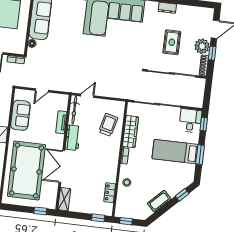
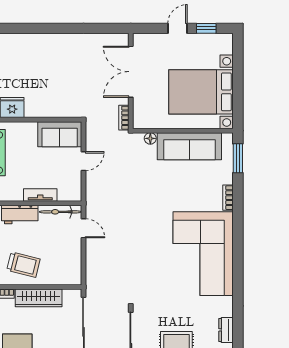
door: (42, 90) -> (83, 161), swing flipped
sofa: (20, 115) -> (60, 134), moved
trolley: (108, 125) -> (23, 265), moved

